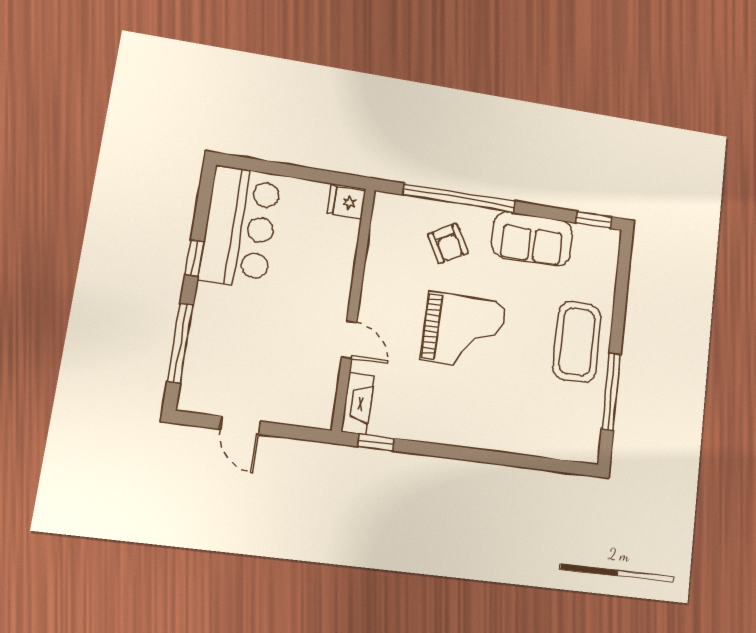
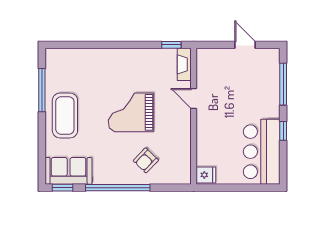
window: (459, 198) -> (118, 188), moved
sofa: (532, 239) -> (69, 171), moved
armchair: (448, 244) -> (146, 160), turned -107

